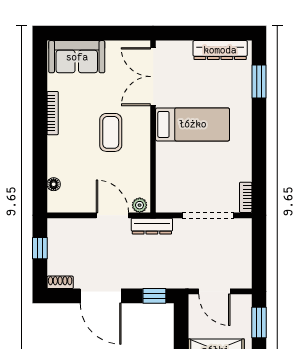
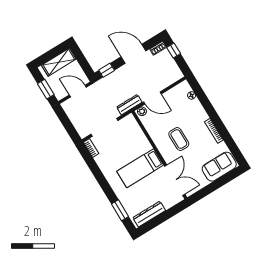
window: (40, 248) -> (174, 51), moved

